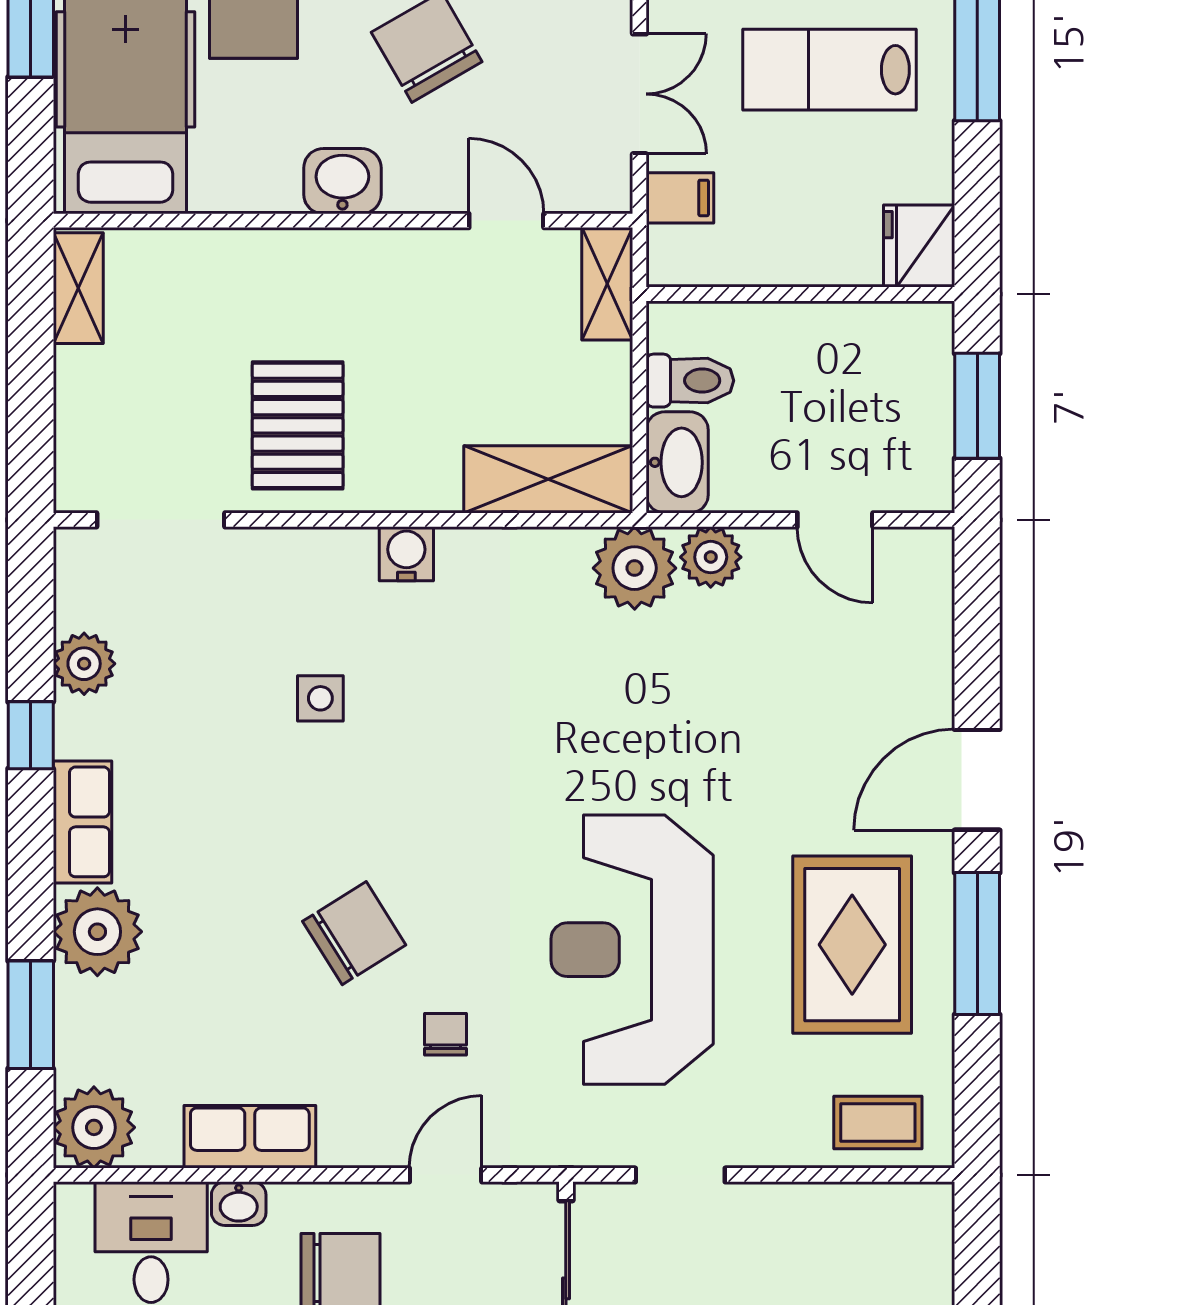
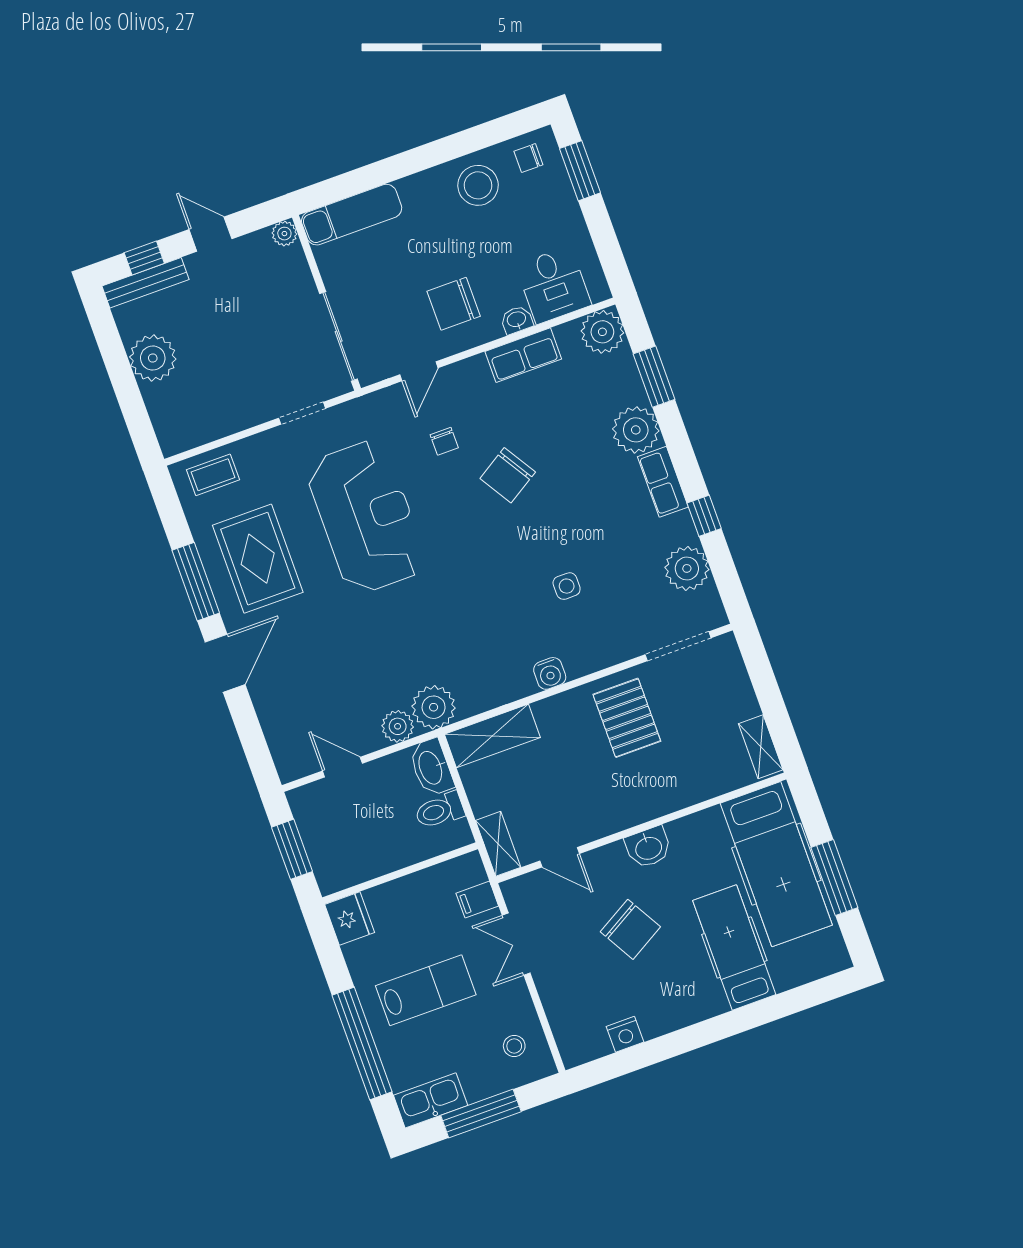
plant: (84, 664) -> (687, 568), width x1.36, depth x1.36

